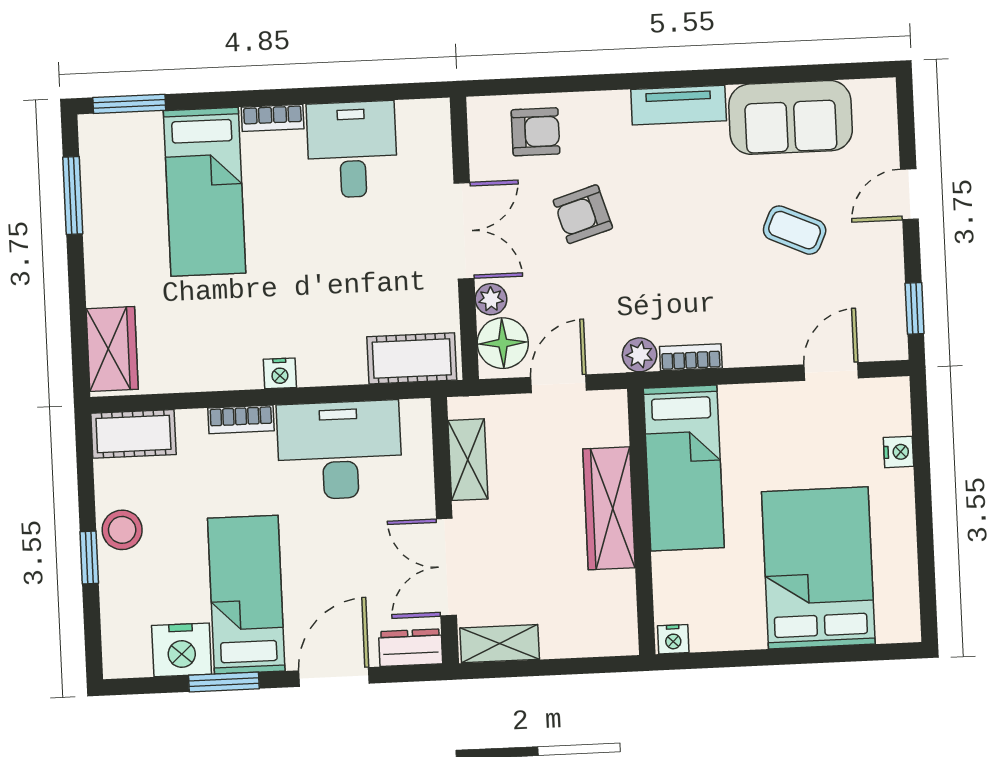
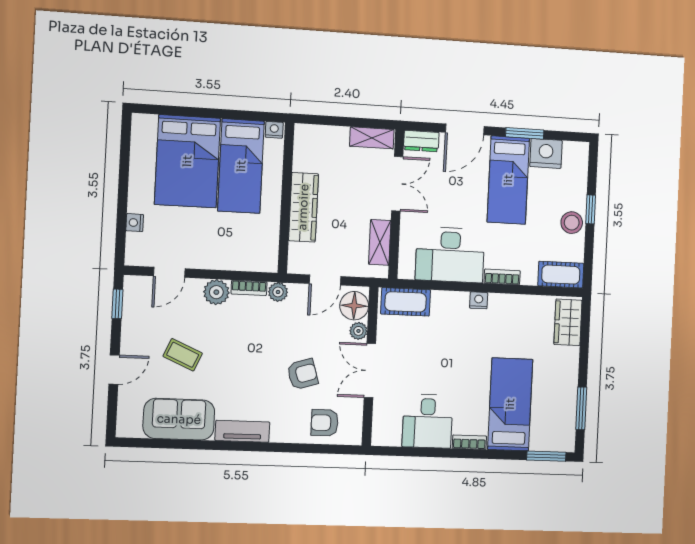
plant: (747, 344) -> (216, 292), added
bed: (684, 468) -> (241, 166), moved, turned 180

